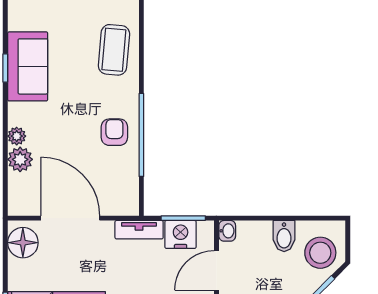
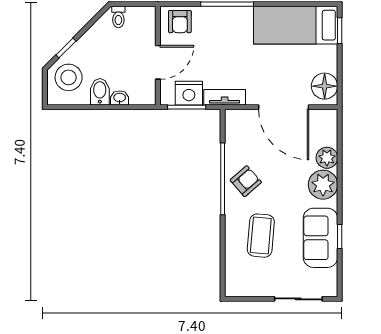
coffee table: (114, 50) -> (261, 236), moved
armchair: (114, 132) -> (246, 181), turned -131
plant: (17, 136) -> (323, 185), width x1.88, depth x1.88
washbasin: (227, 231) -> (120, 98), moved, turned 90

